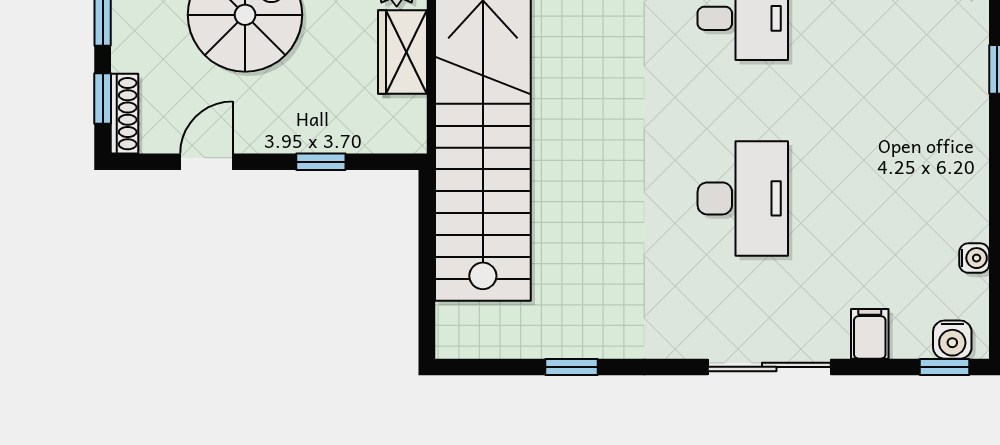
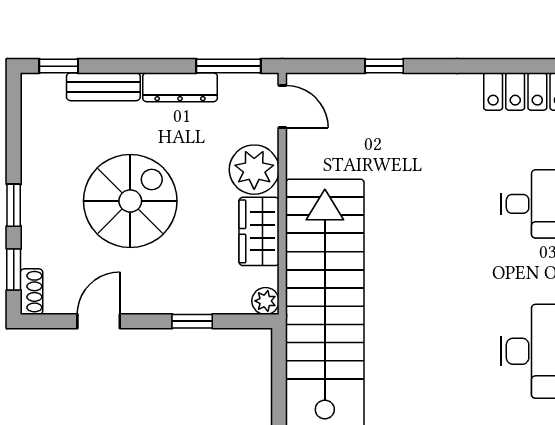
shoe rack: (124, 114) -> (32, 292), width x0.70
plant: (410, 137) -> (265, 301), added

